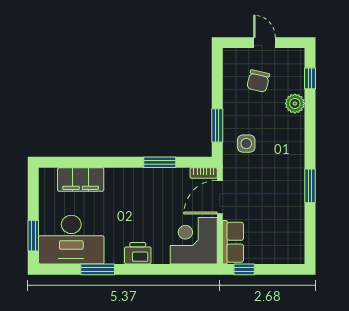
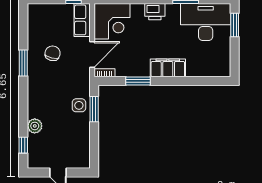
chair: (258, 81) -> (53, 53), moved
side table: (246, 144) -> (79, 105), moved
filing cabinet: (81, 180) -> (168, 68), moved

